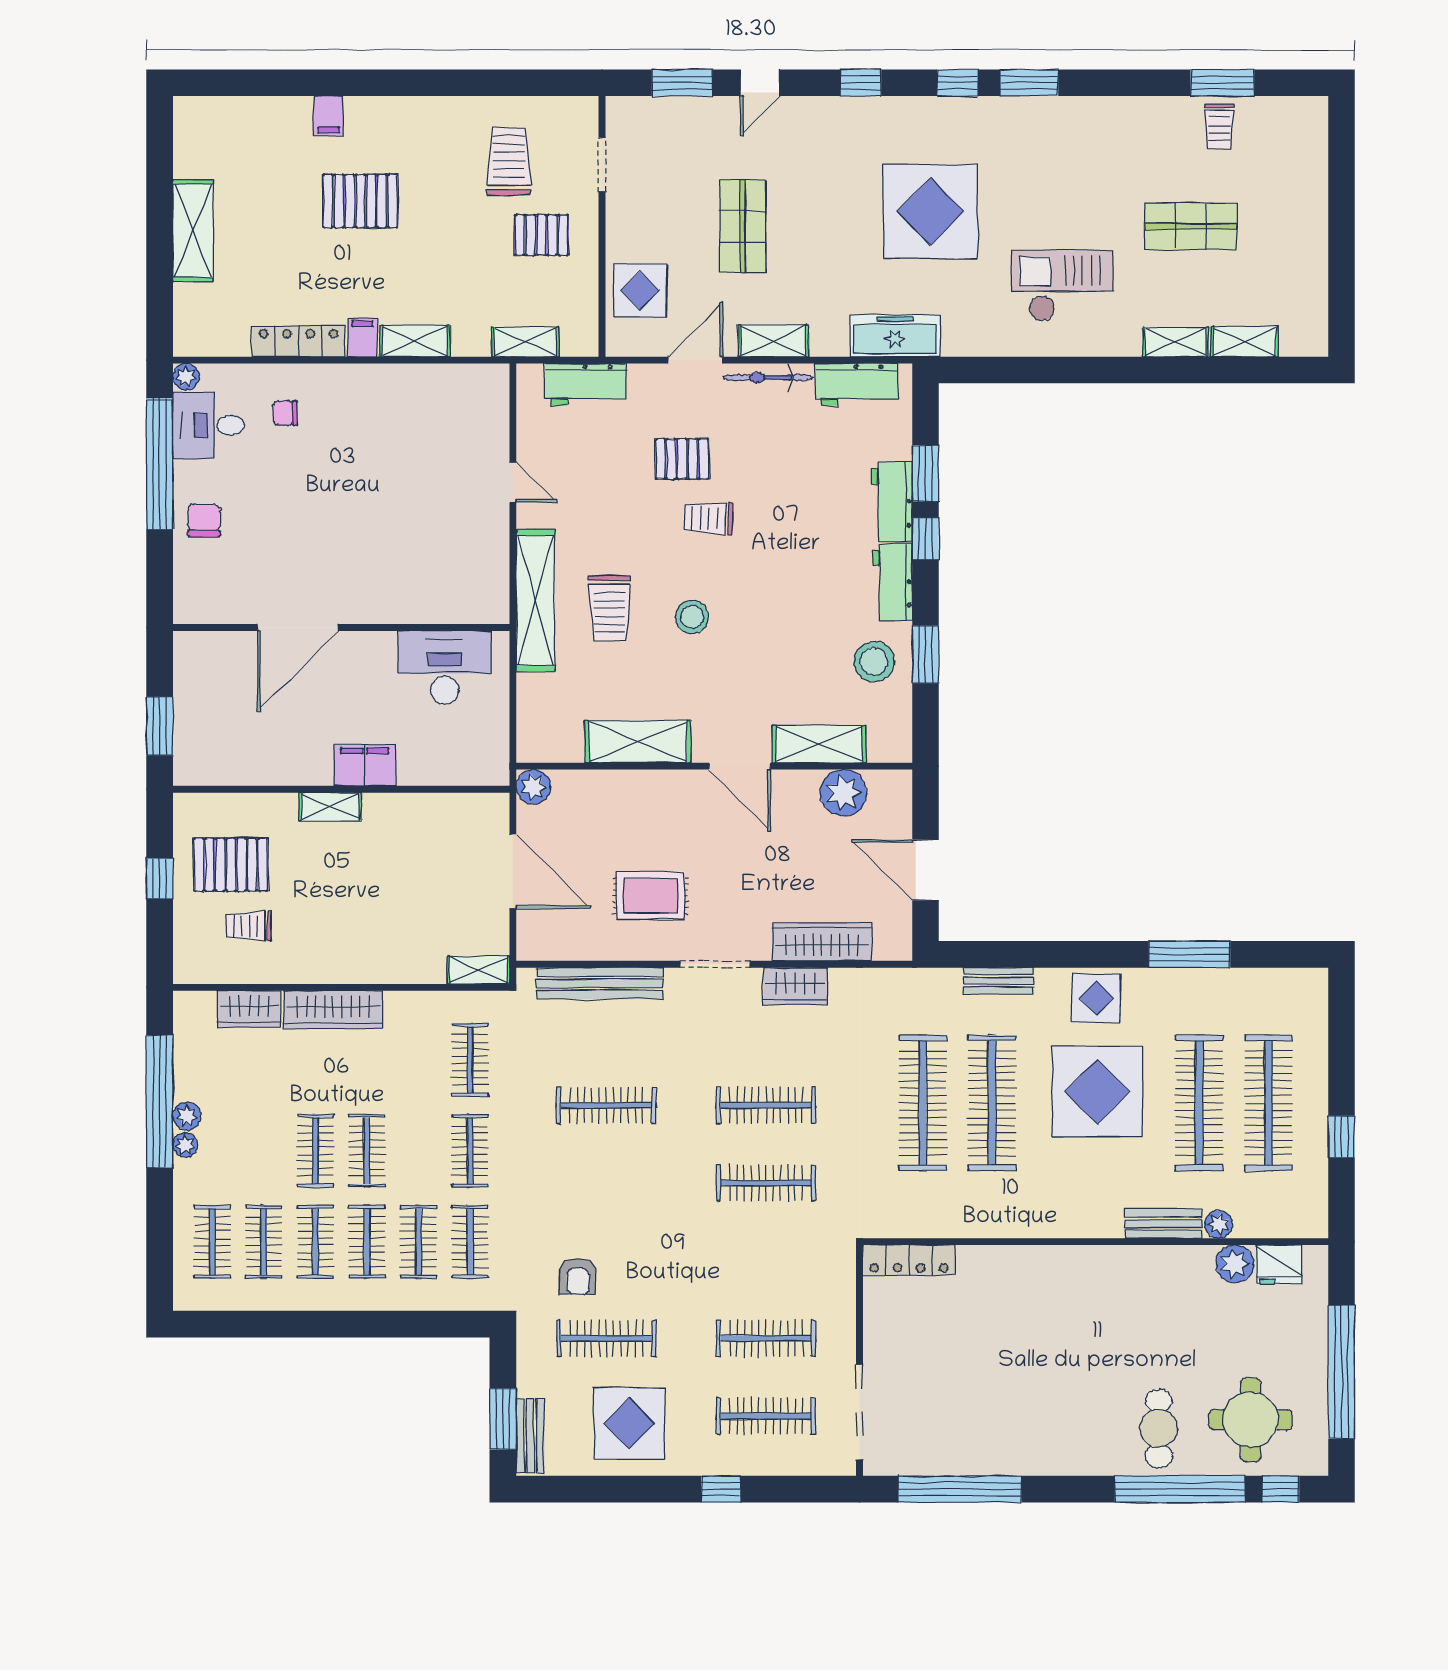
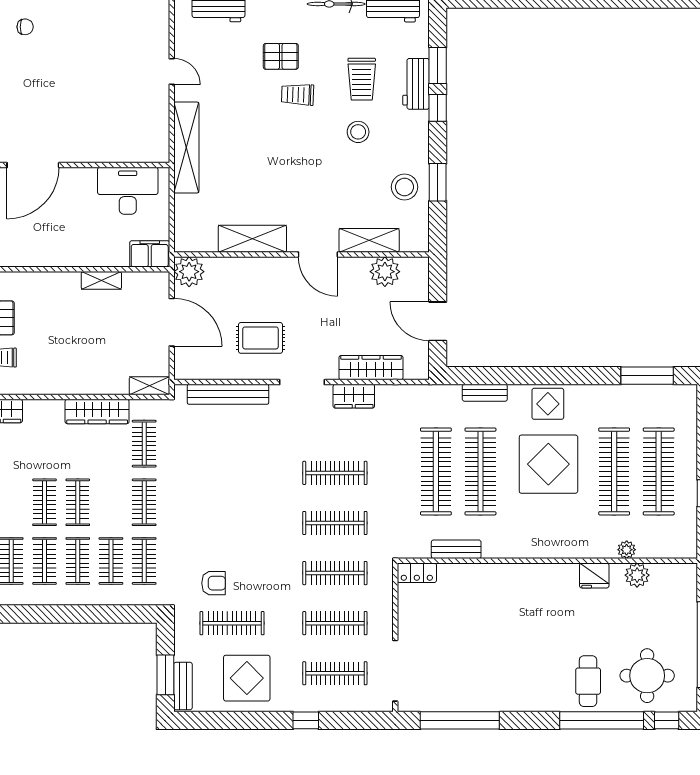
chair: (285, 413) -> (25, 27), turned 180
workbench: (893, 582) -> (416, 136), removed
trolley: (609, 608) -> (362, 79), moved
stool: (692, 617) -> (358, 132), moved
filing cabinet: (365, 765) -> (150, 254), moved
plant: (533, 787) -> (189, 272), width x1.36, depth x1.36
shelving: (330, 807) -> (101, 280), moved
window: (1189, 954) -> (647, 376), moved
wardrobe: (333, 1010) -> (97, 411), moved
clothes rail: (606, 1105) -> (335, 573), moved
bench: (1164, 1224) -> (456, 549), moved
locker: (909, 1260) -> (417, 573), width x0.66
fridge: (1279, 1264) -> (594, 575), moved
armchair: (578, 1276) -> (214, 583), turned -90

